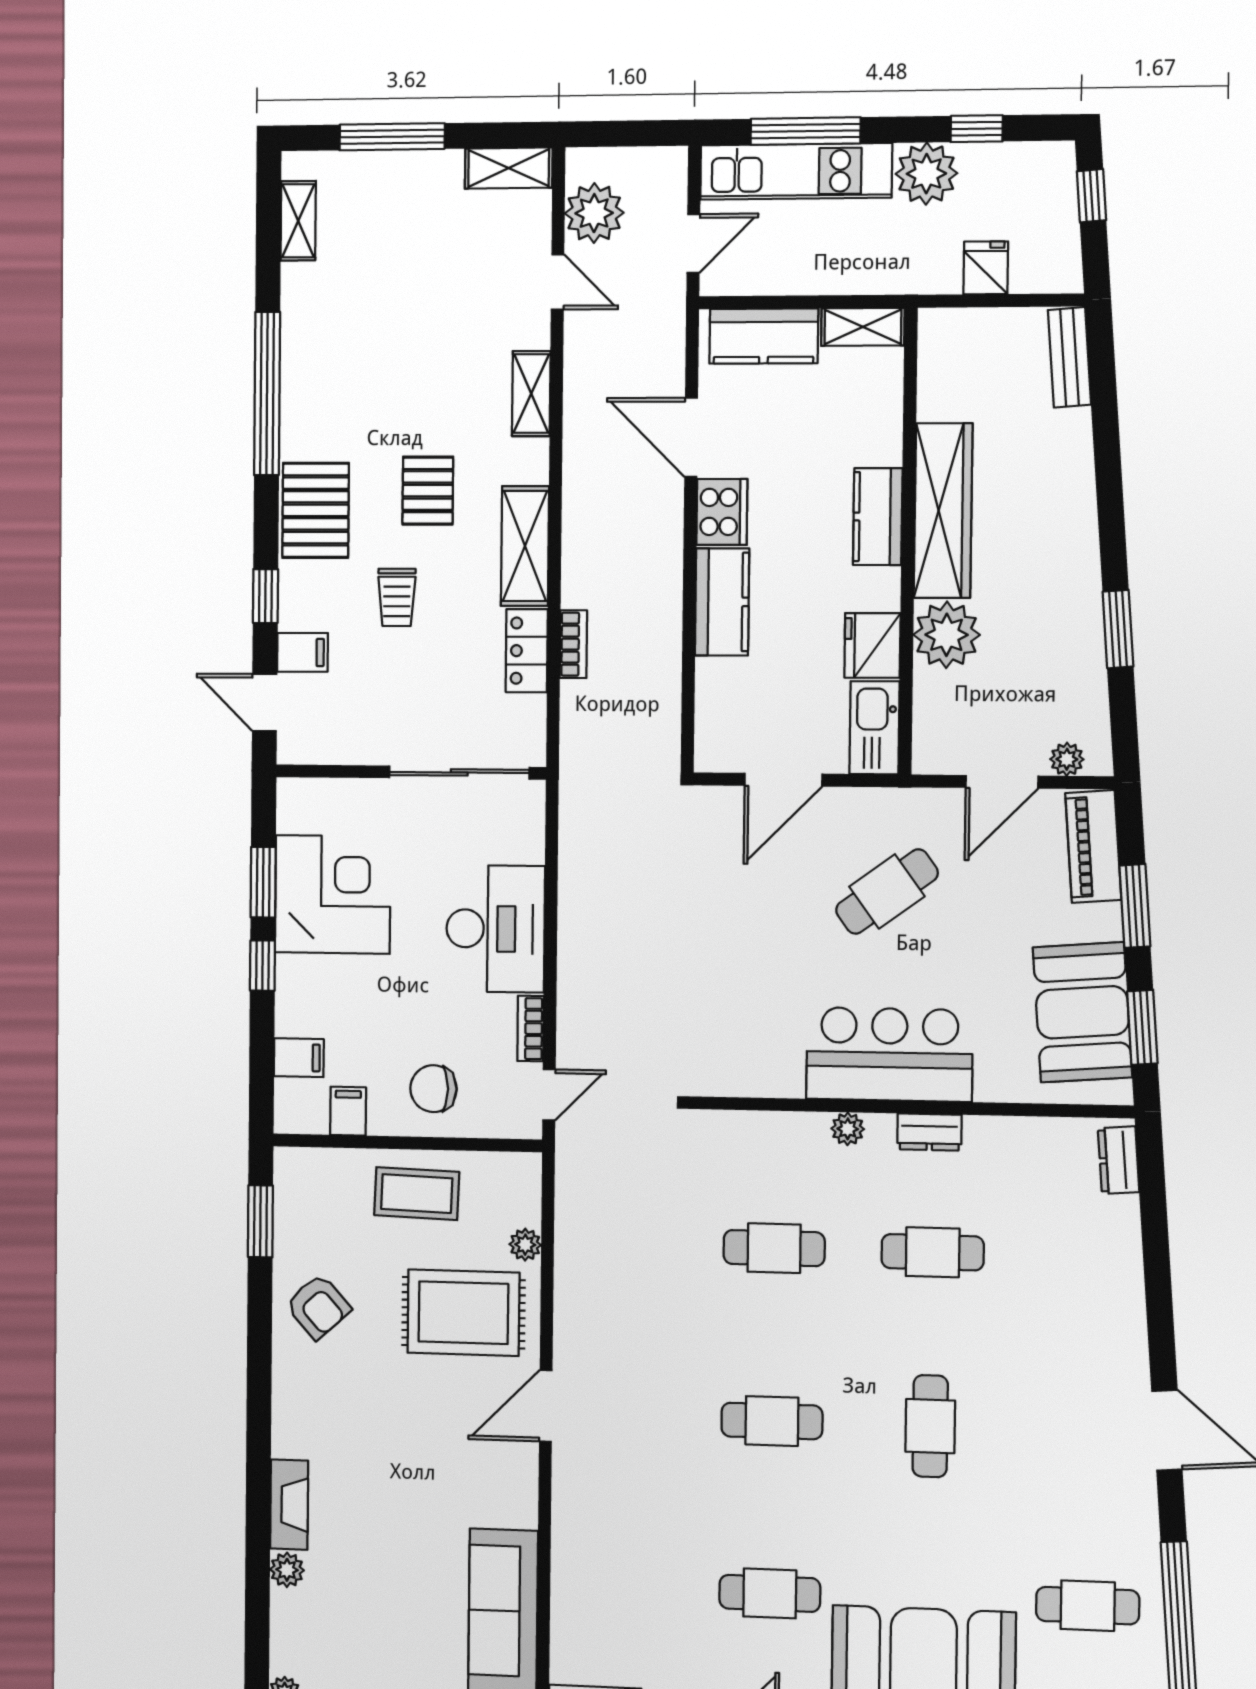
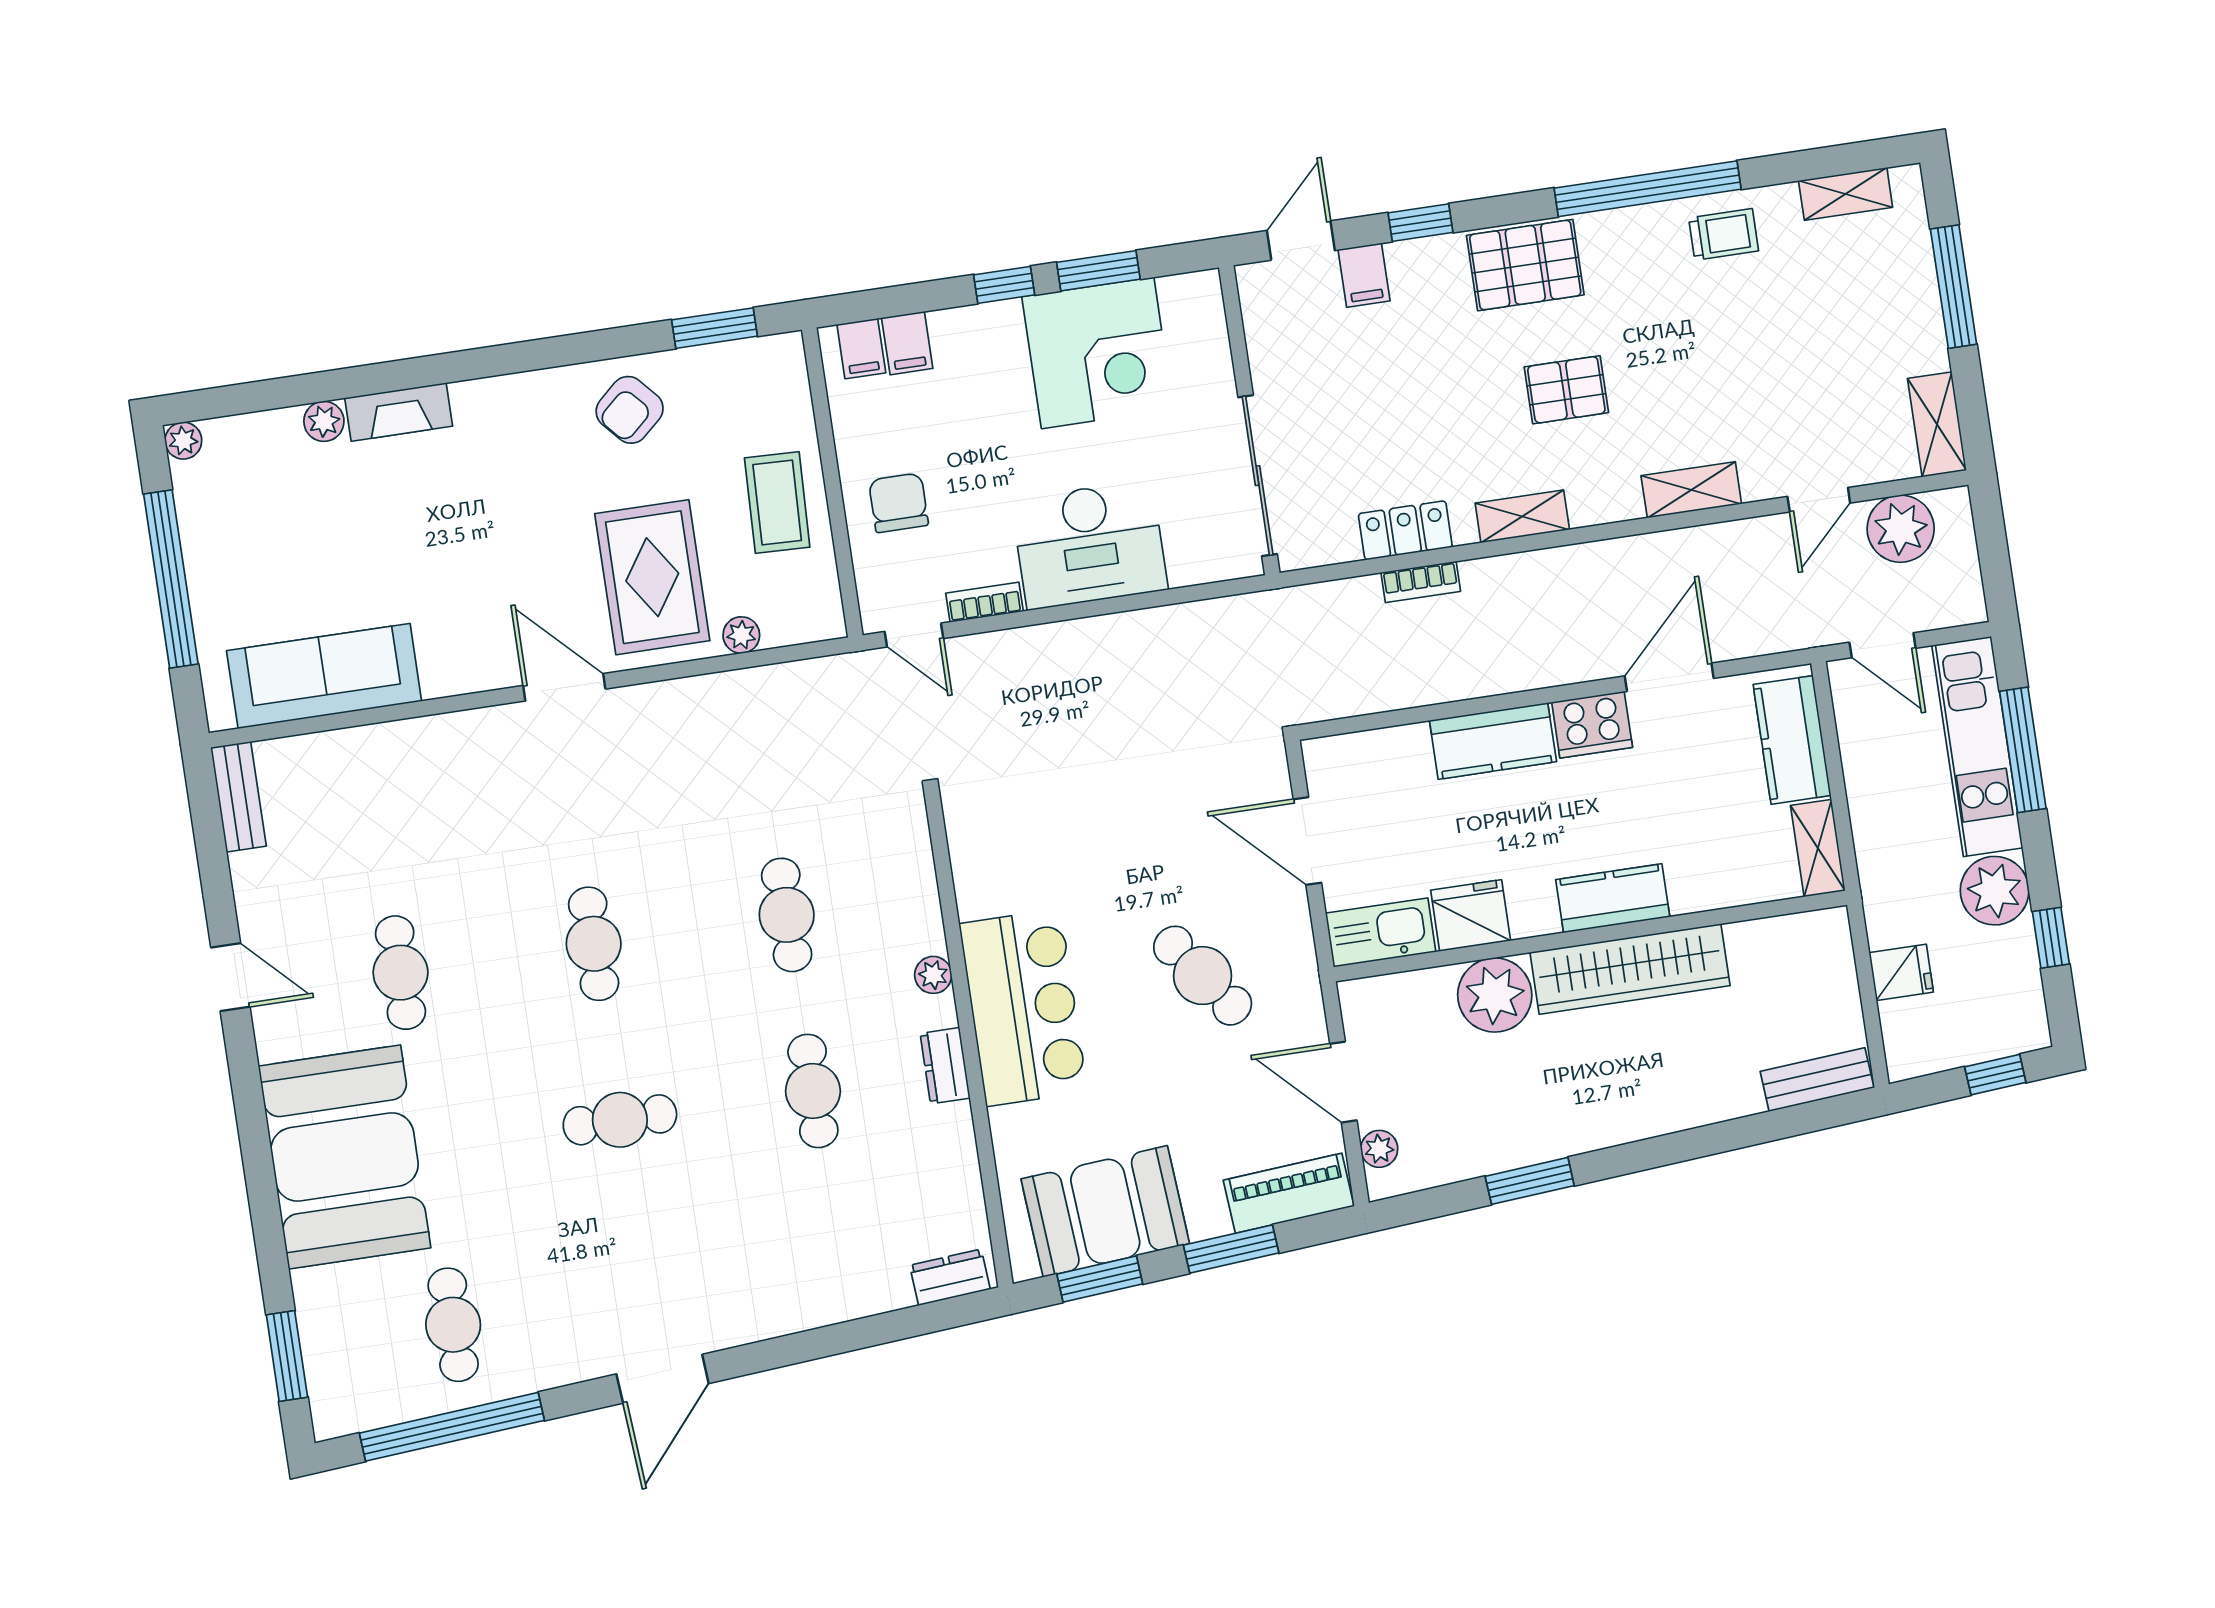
shelving: (525, 546) -> (1522, 516), width x0.67, depth x0.75
trolley: (397, 597) -> (1724, 234), moved, turned 180
filing cabinet: (348, 1111) -> (861, 349), moved, turned 90

